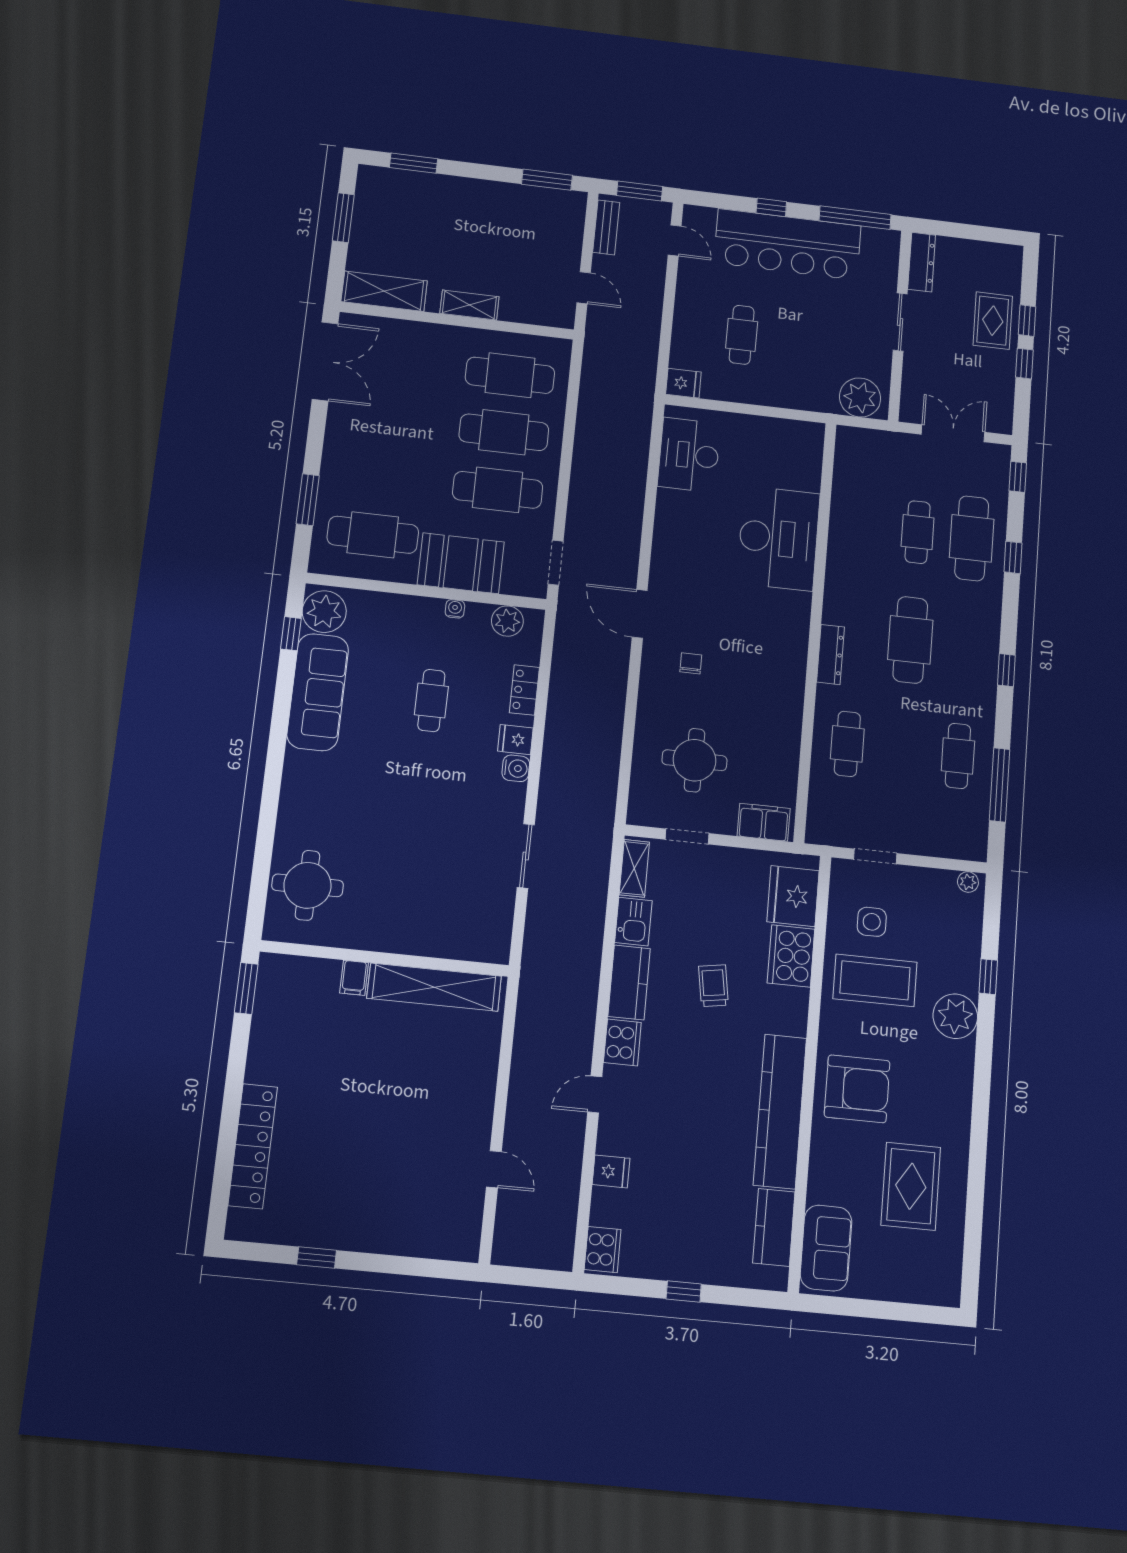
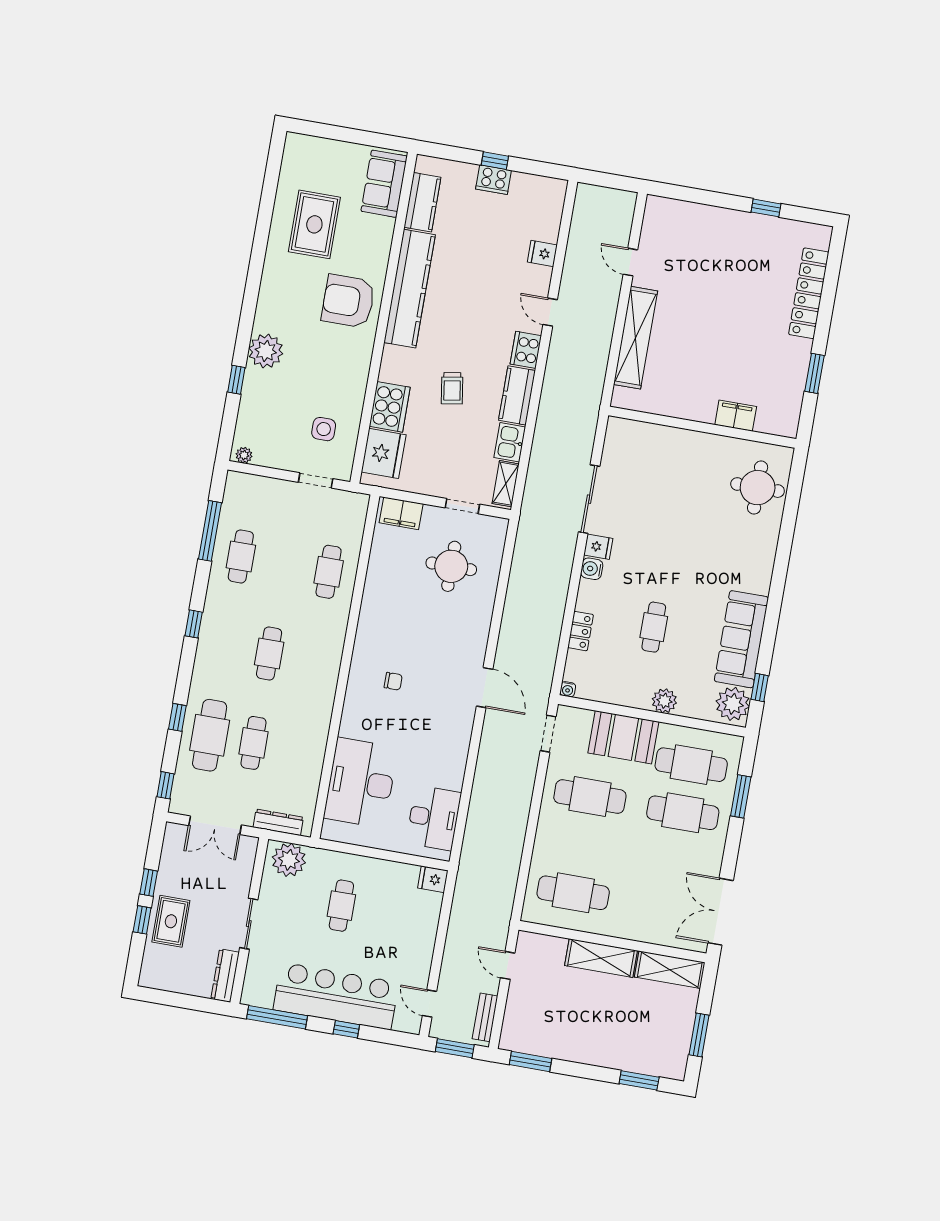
shelving: (470, 305) -> (601, 958), width x1.50, depth x1.33
cafe table: (742, 335) -> (341, 906), moved
cafe table: (504, 432) -> (683, 813), moved
desk: (778, 538) -> (361, 783), moved
water cooler: (455, 609) -> (568, 689), moved
plant: (507, 621) -> (664, 701), moved
cafe table: (910, 640) -> (269, 654), width x0.73, depth x0.74
dresser: (830, 654) -> (278, 822), moved, turned 90
chair: (691, 663) -> (393, 681), moved, turned -90
fridge: (515, 740) -> (598, 547), moved
sliding door: (526, 856) -> (589, 499), width x1.37
filing cabinet: (354, 978) -> (736, 416), width x2.00
coffee table: (875, 980) -> (326, 383), removed
shelving: (434, 987) -> (636, 338), moved, turned 90
window: (246, 988) -> (815, 373), moved
door: (595, 1094) -> (550, 312), swing flipped
cooker: (603, 1250) -> (494, 180), moved, turned -90

